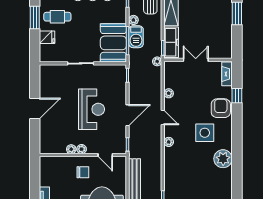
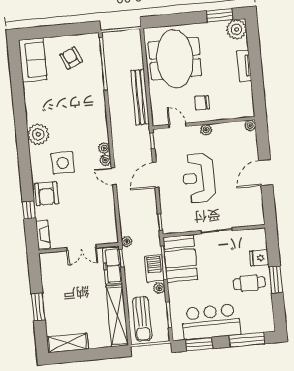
plant: (169, 93) -> (105, 160), moved
plant: (71, 149) -> (250, 126), moved

